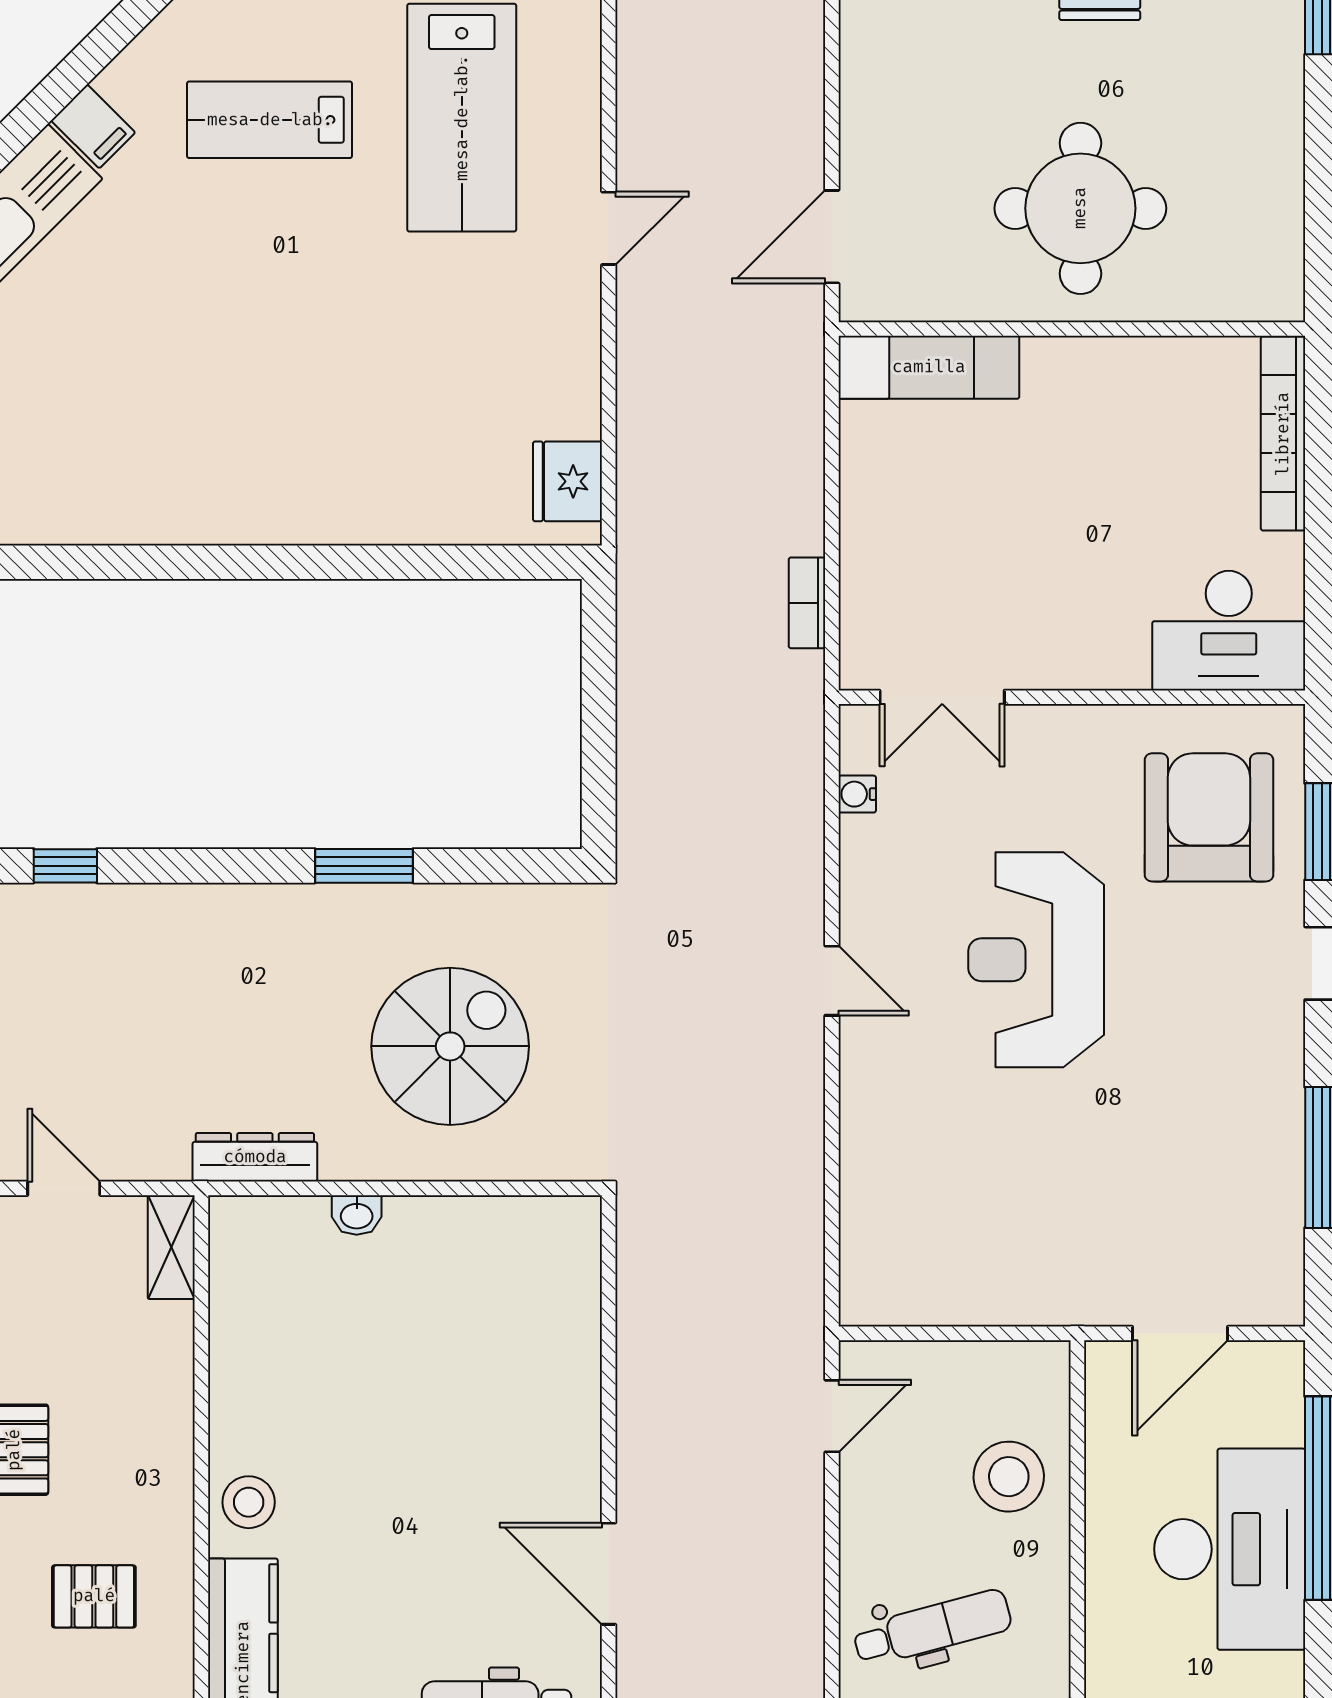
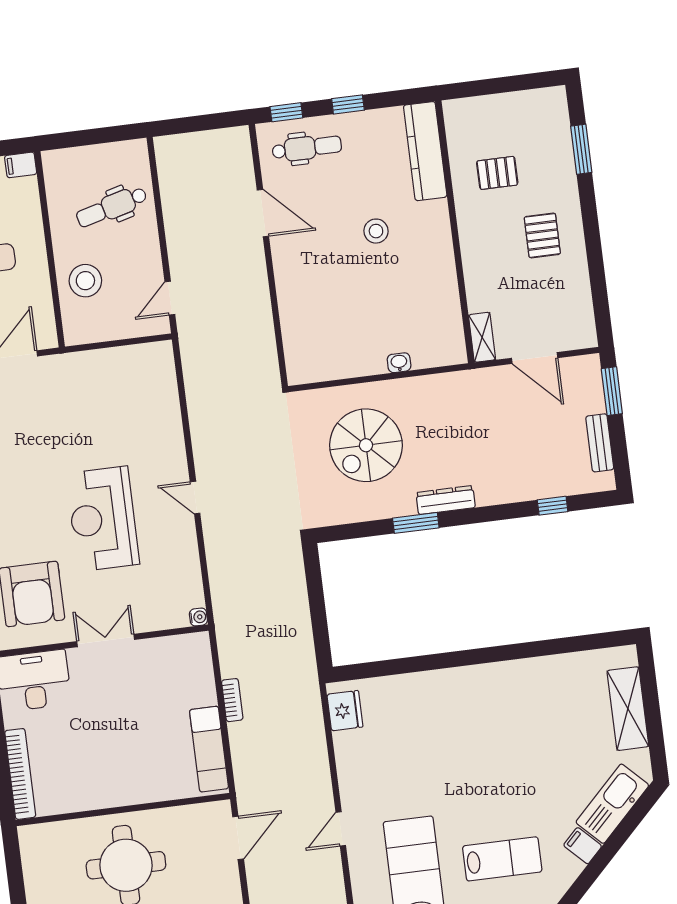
exam couch: (929, 367) -> (209, 749), moved, turned -90
bookcase: (807, 603) -> (232, 700), moved
double door: (942, 697) -> (106, 640), moved
water cooler: (857, 794) -> (198, 617), moved
reception desk: (1036, 960) -> (103, 519), turned 180
dresser: (255, 1157) -> (446, 500), moved, turned 180
door: (64, 1188) -> (535, 358), width x1.38
stool: (249, 1502) -> (376, 231), moved

